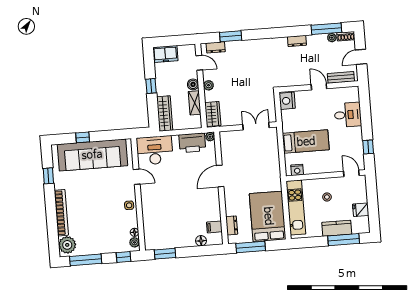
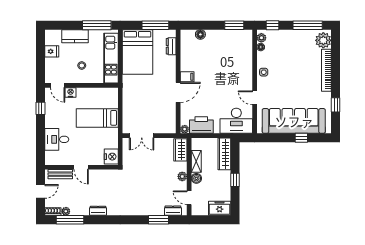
nightstand: (297, 170) -> (71, 92), moved
filing cabinet: (214, 227) -> (187, 77), moved
window: (344, 240) -> (97, 25), moved

